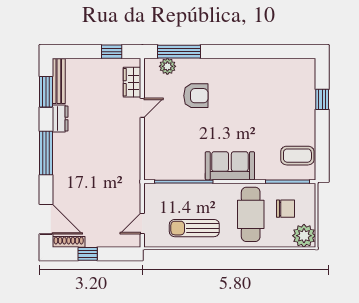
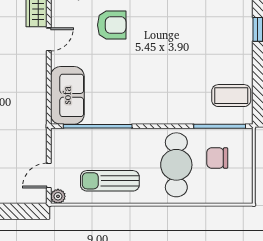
sofa: (230, 166) -> (67, 95), moved, turned 90
chair: (286, 209) -> (217, 158), turned 180
plant: (304, 236) -> (58, 196), moved, width x0.53, depth x0.53

